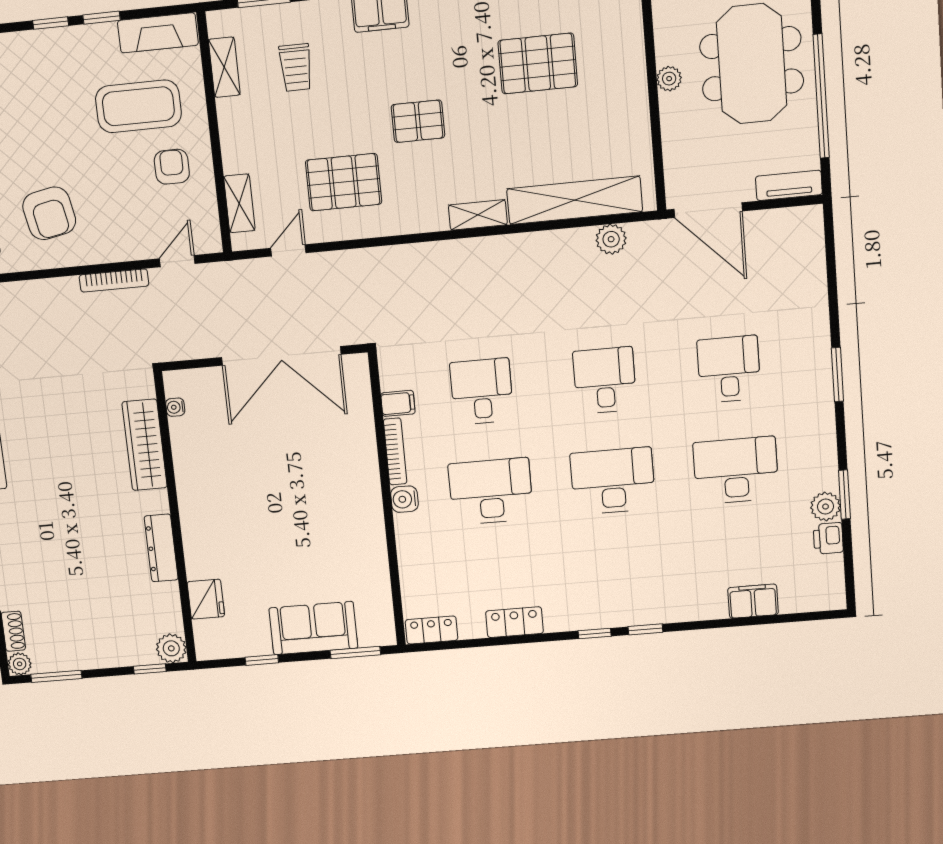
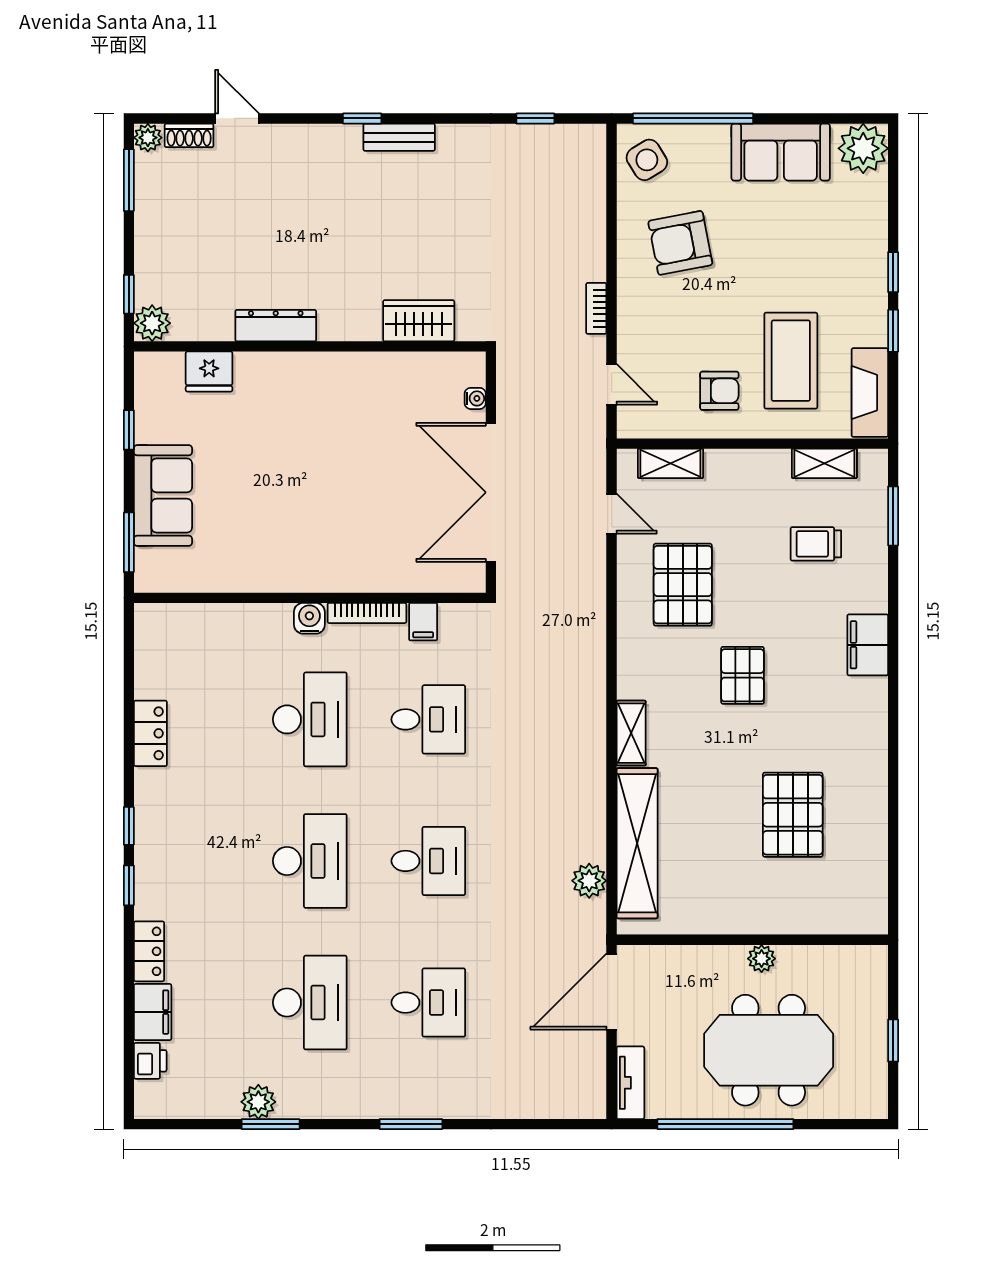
bookcase: (114, 280) -> (596, 308), width x0.64
water cooler: (175, 407) -> (475, 398), moved, turned 90
wardrobe: (145, 445) -> (419, 321), width x0.67
printer: (828, 538) -> (150, 1061), moved, turned 90
locker: (432, 630) -> (149, 951), moved

